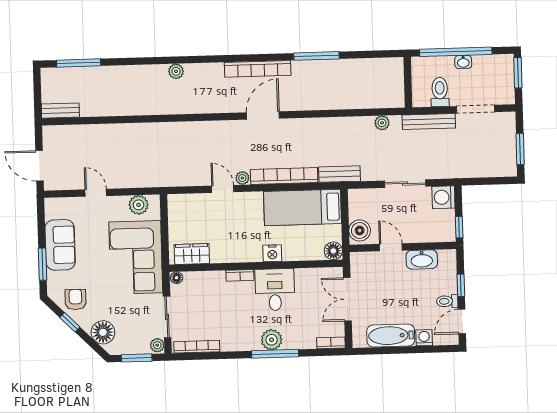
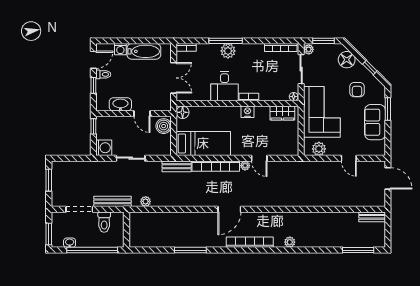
washbasin: (463, 62) -> (70, 243), moved
bookcase: (258, 69) -> (250, 242), moved
nightstand: (272, 253) -> (247, 112), moved
armchair: (76, 299) -> (357, 90), moved

